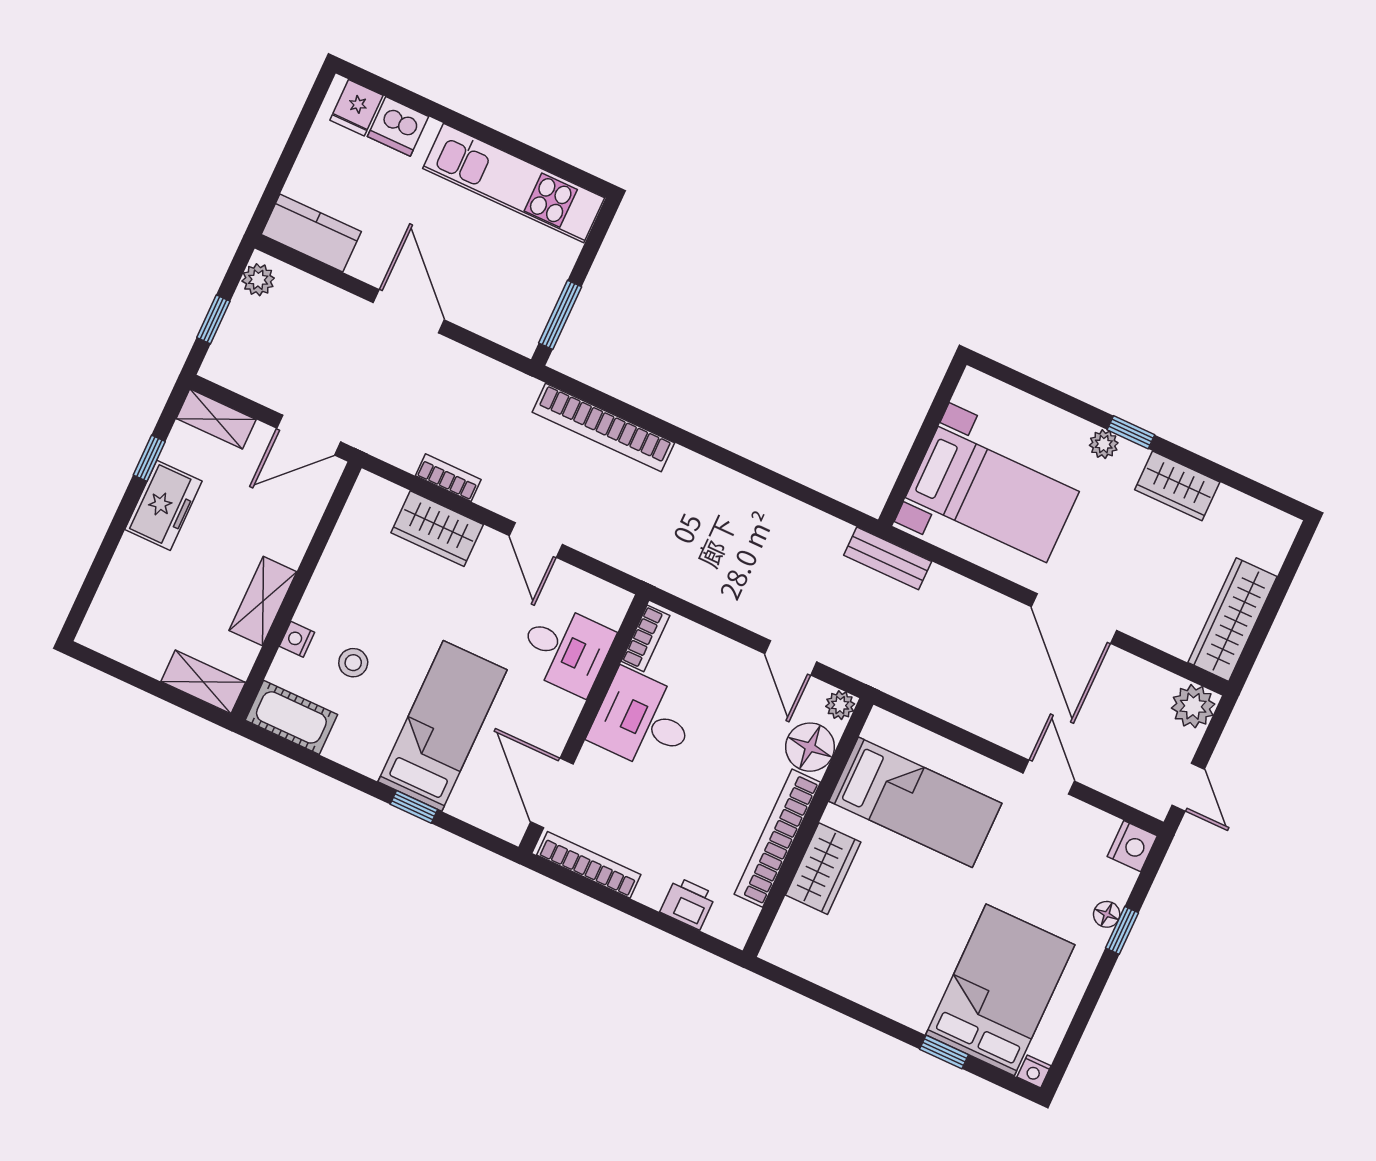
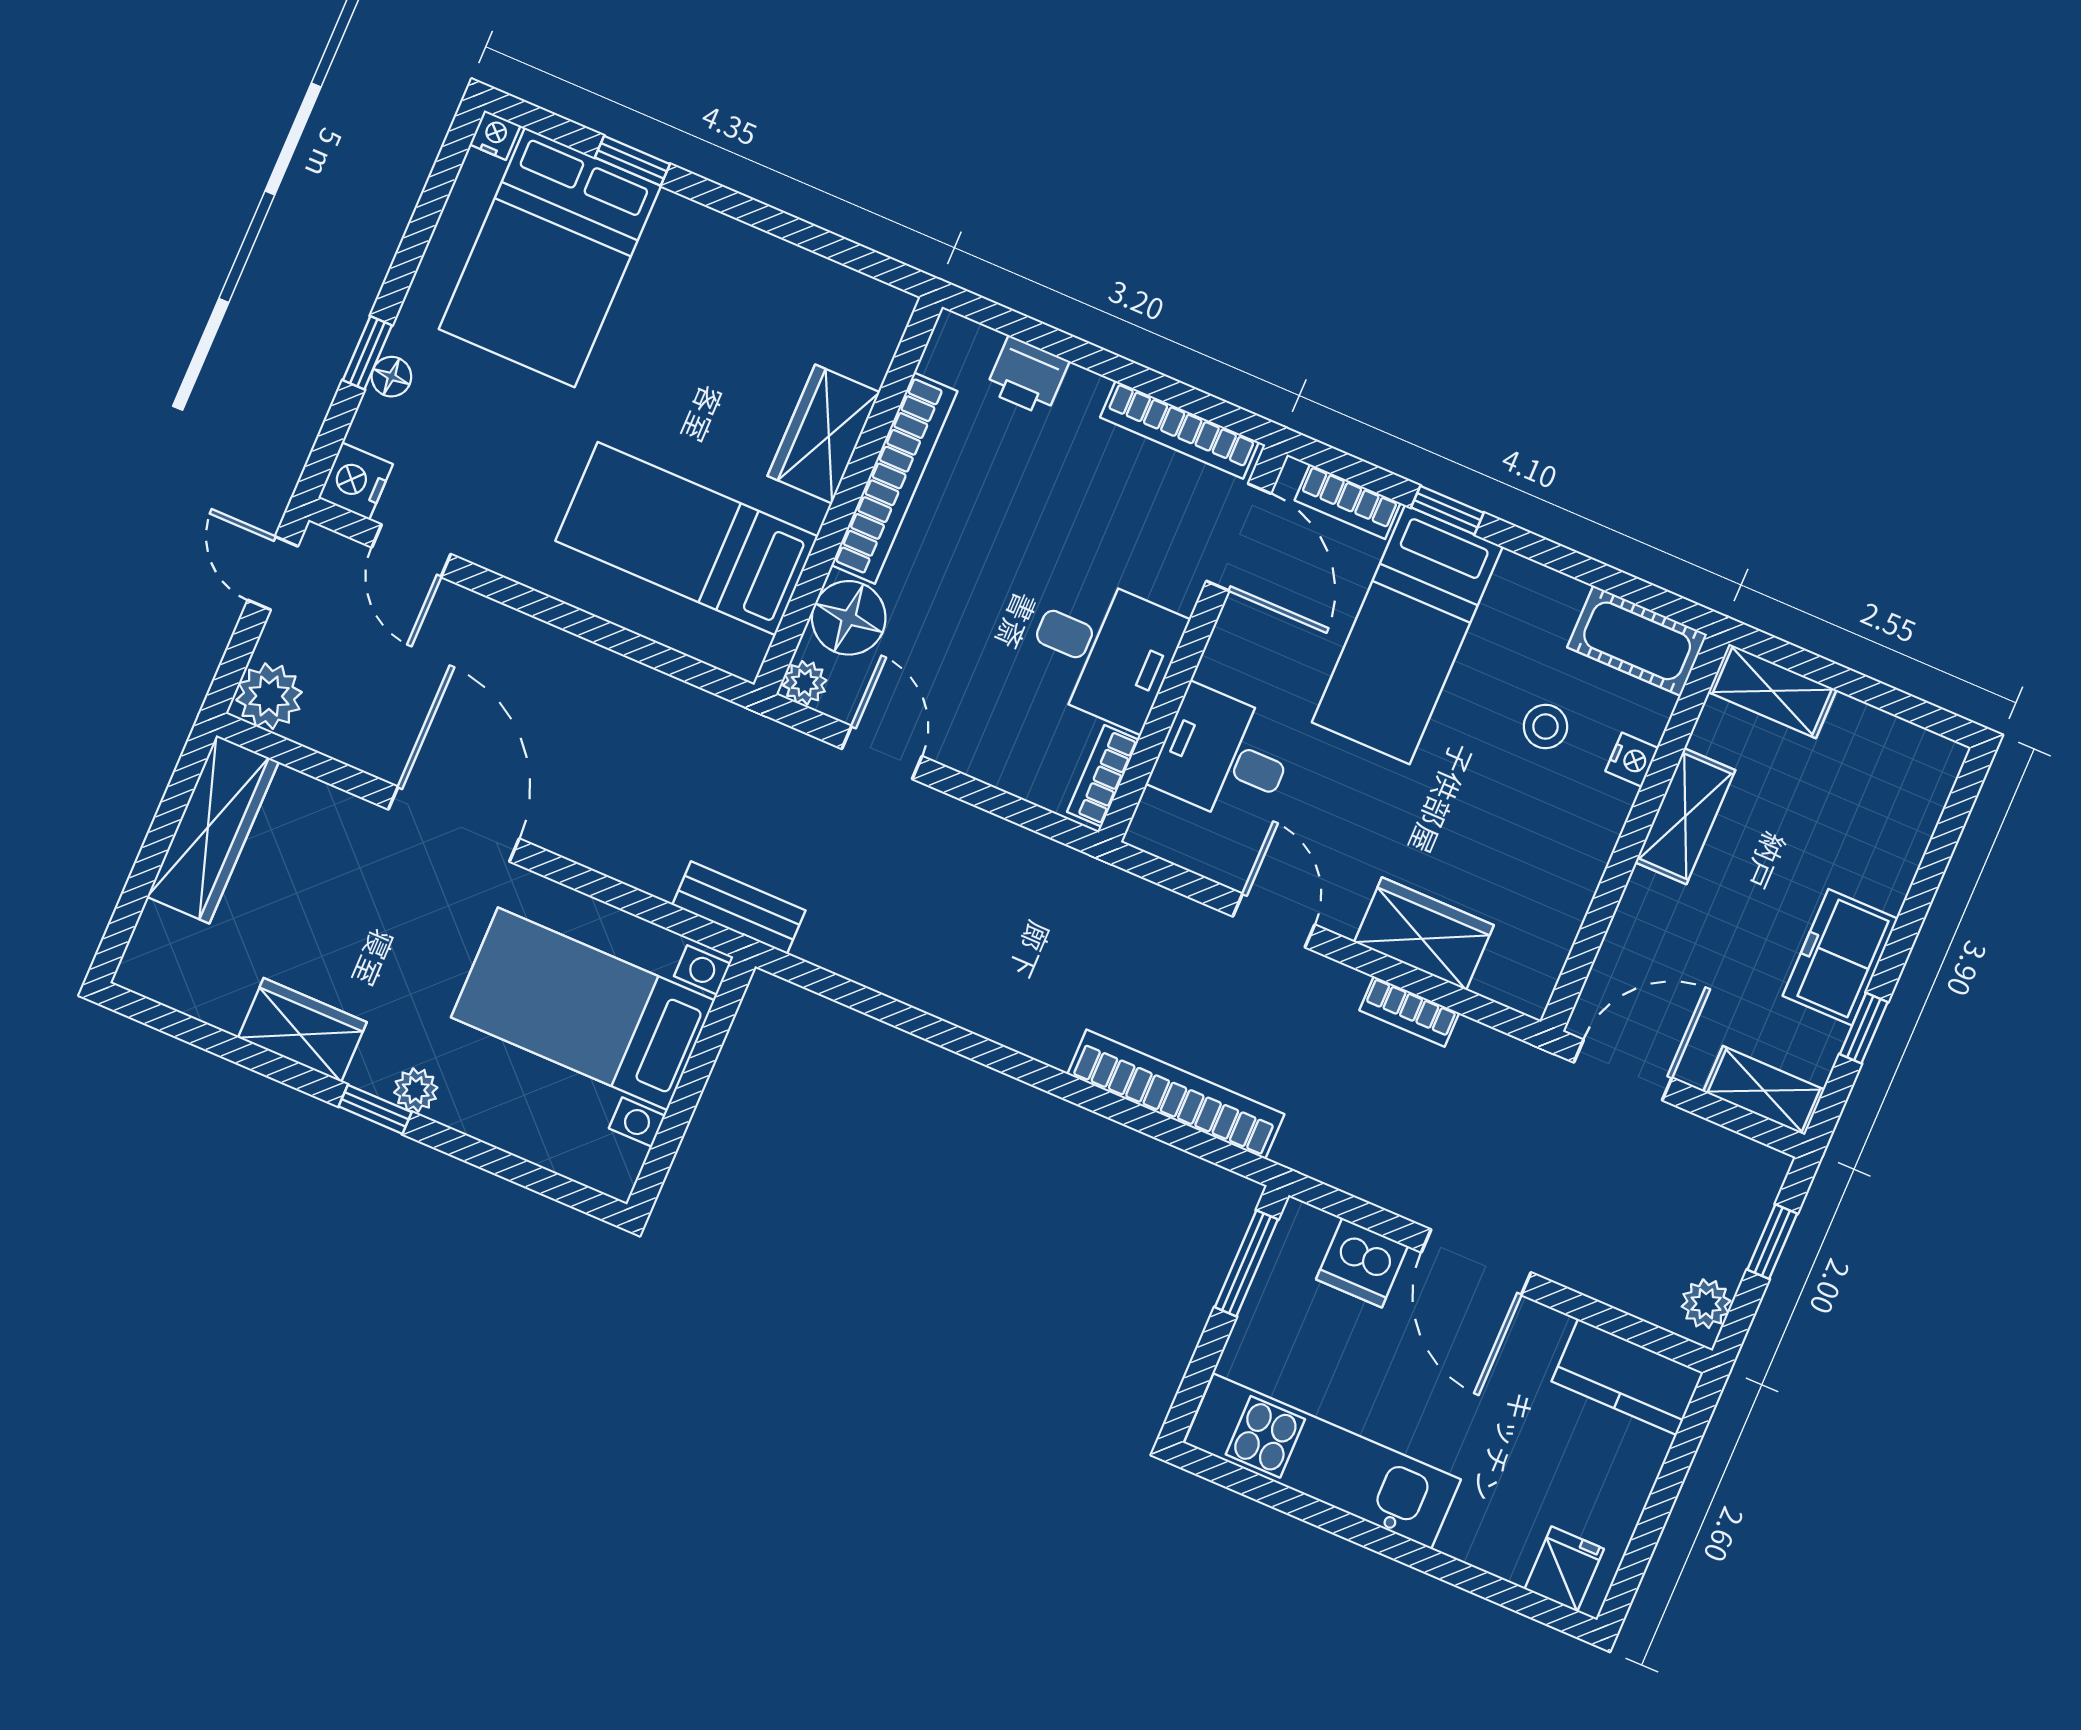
dishwasher: (398, 126) -> (1362, 1263), moved, turned 180
door: (1049, 777) -> (411, 551), moved
bookcase: (479, 814) -> (1348, 502), added

